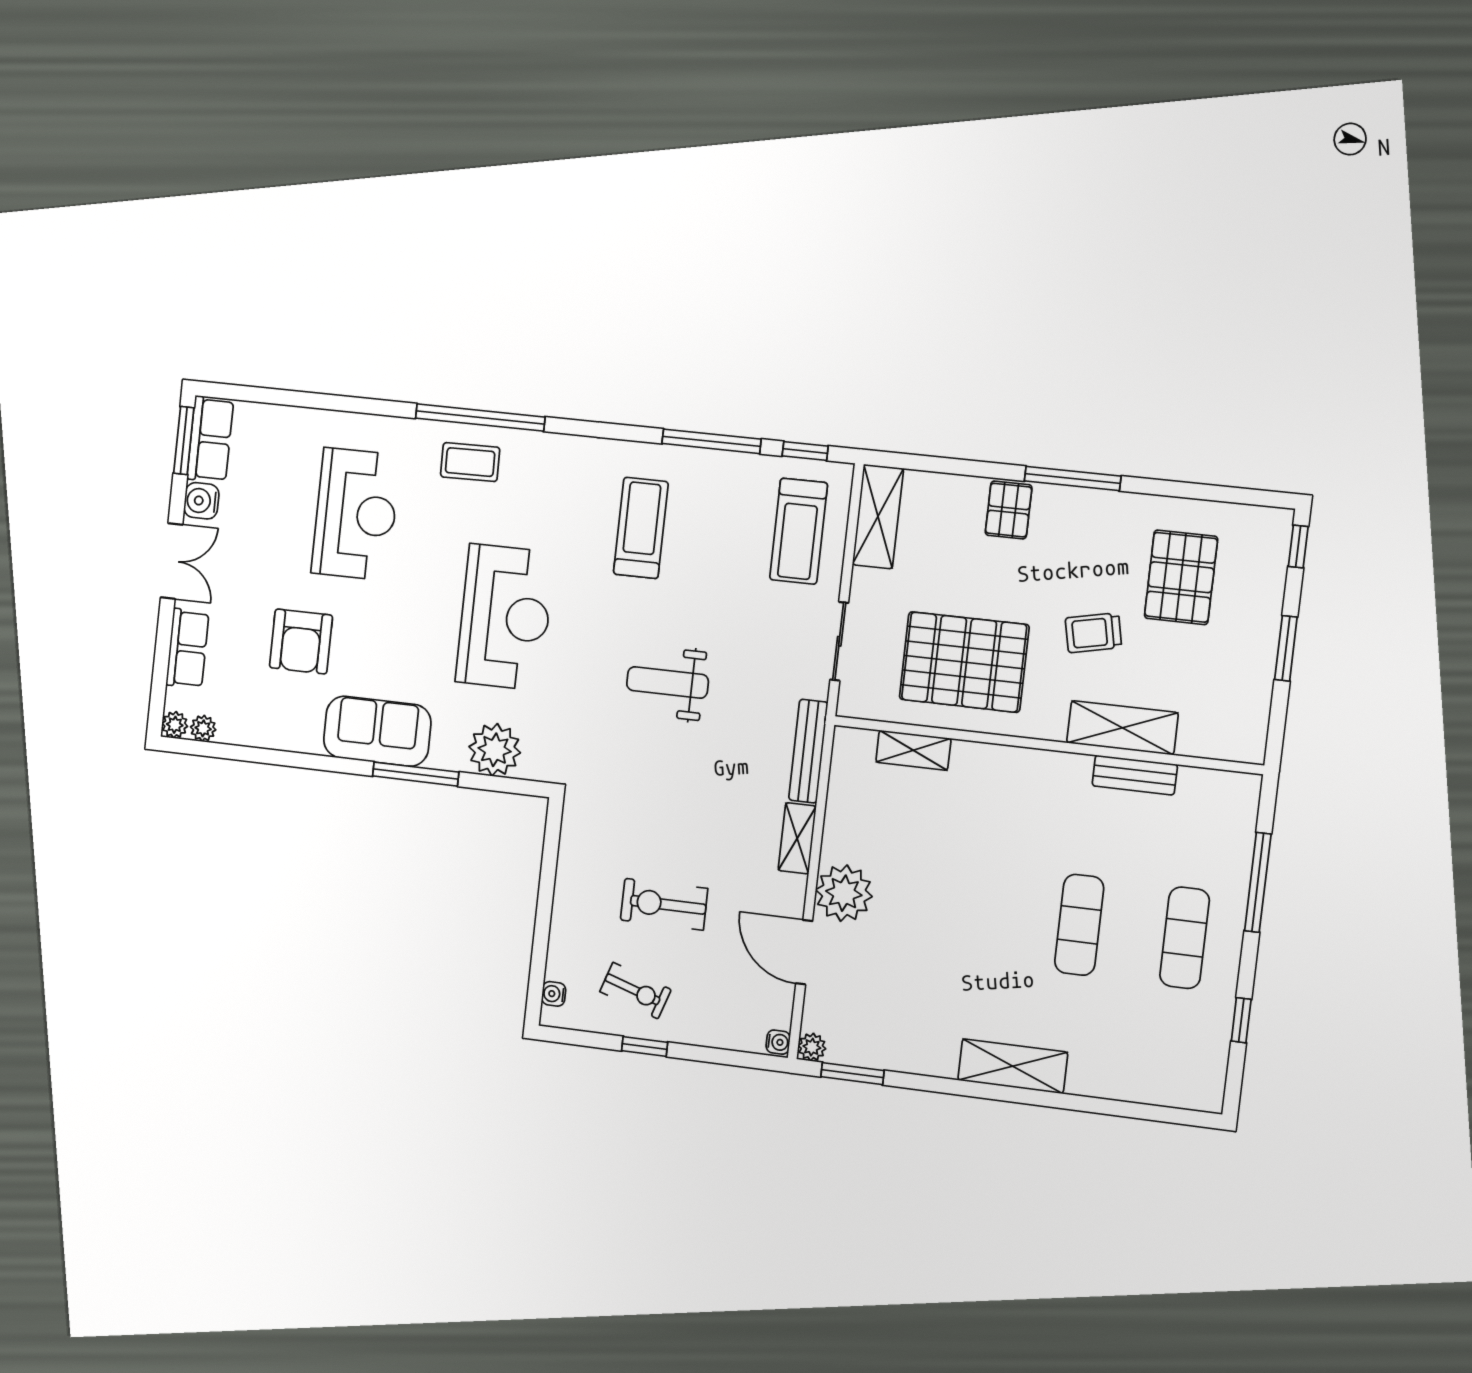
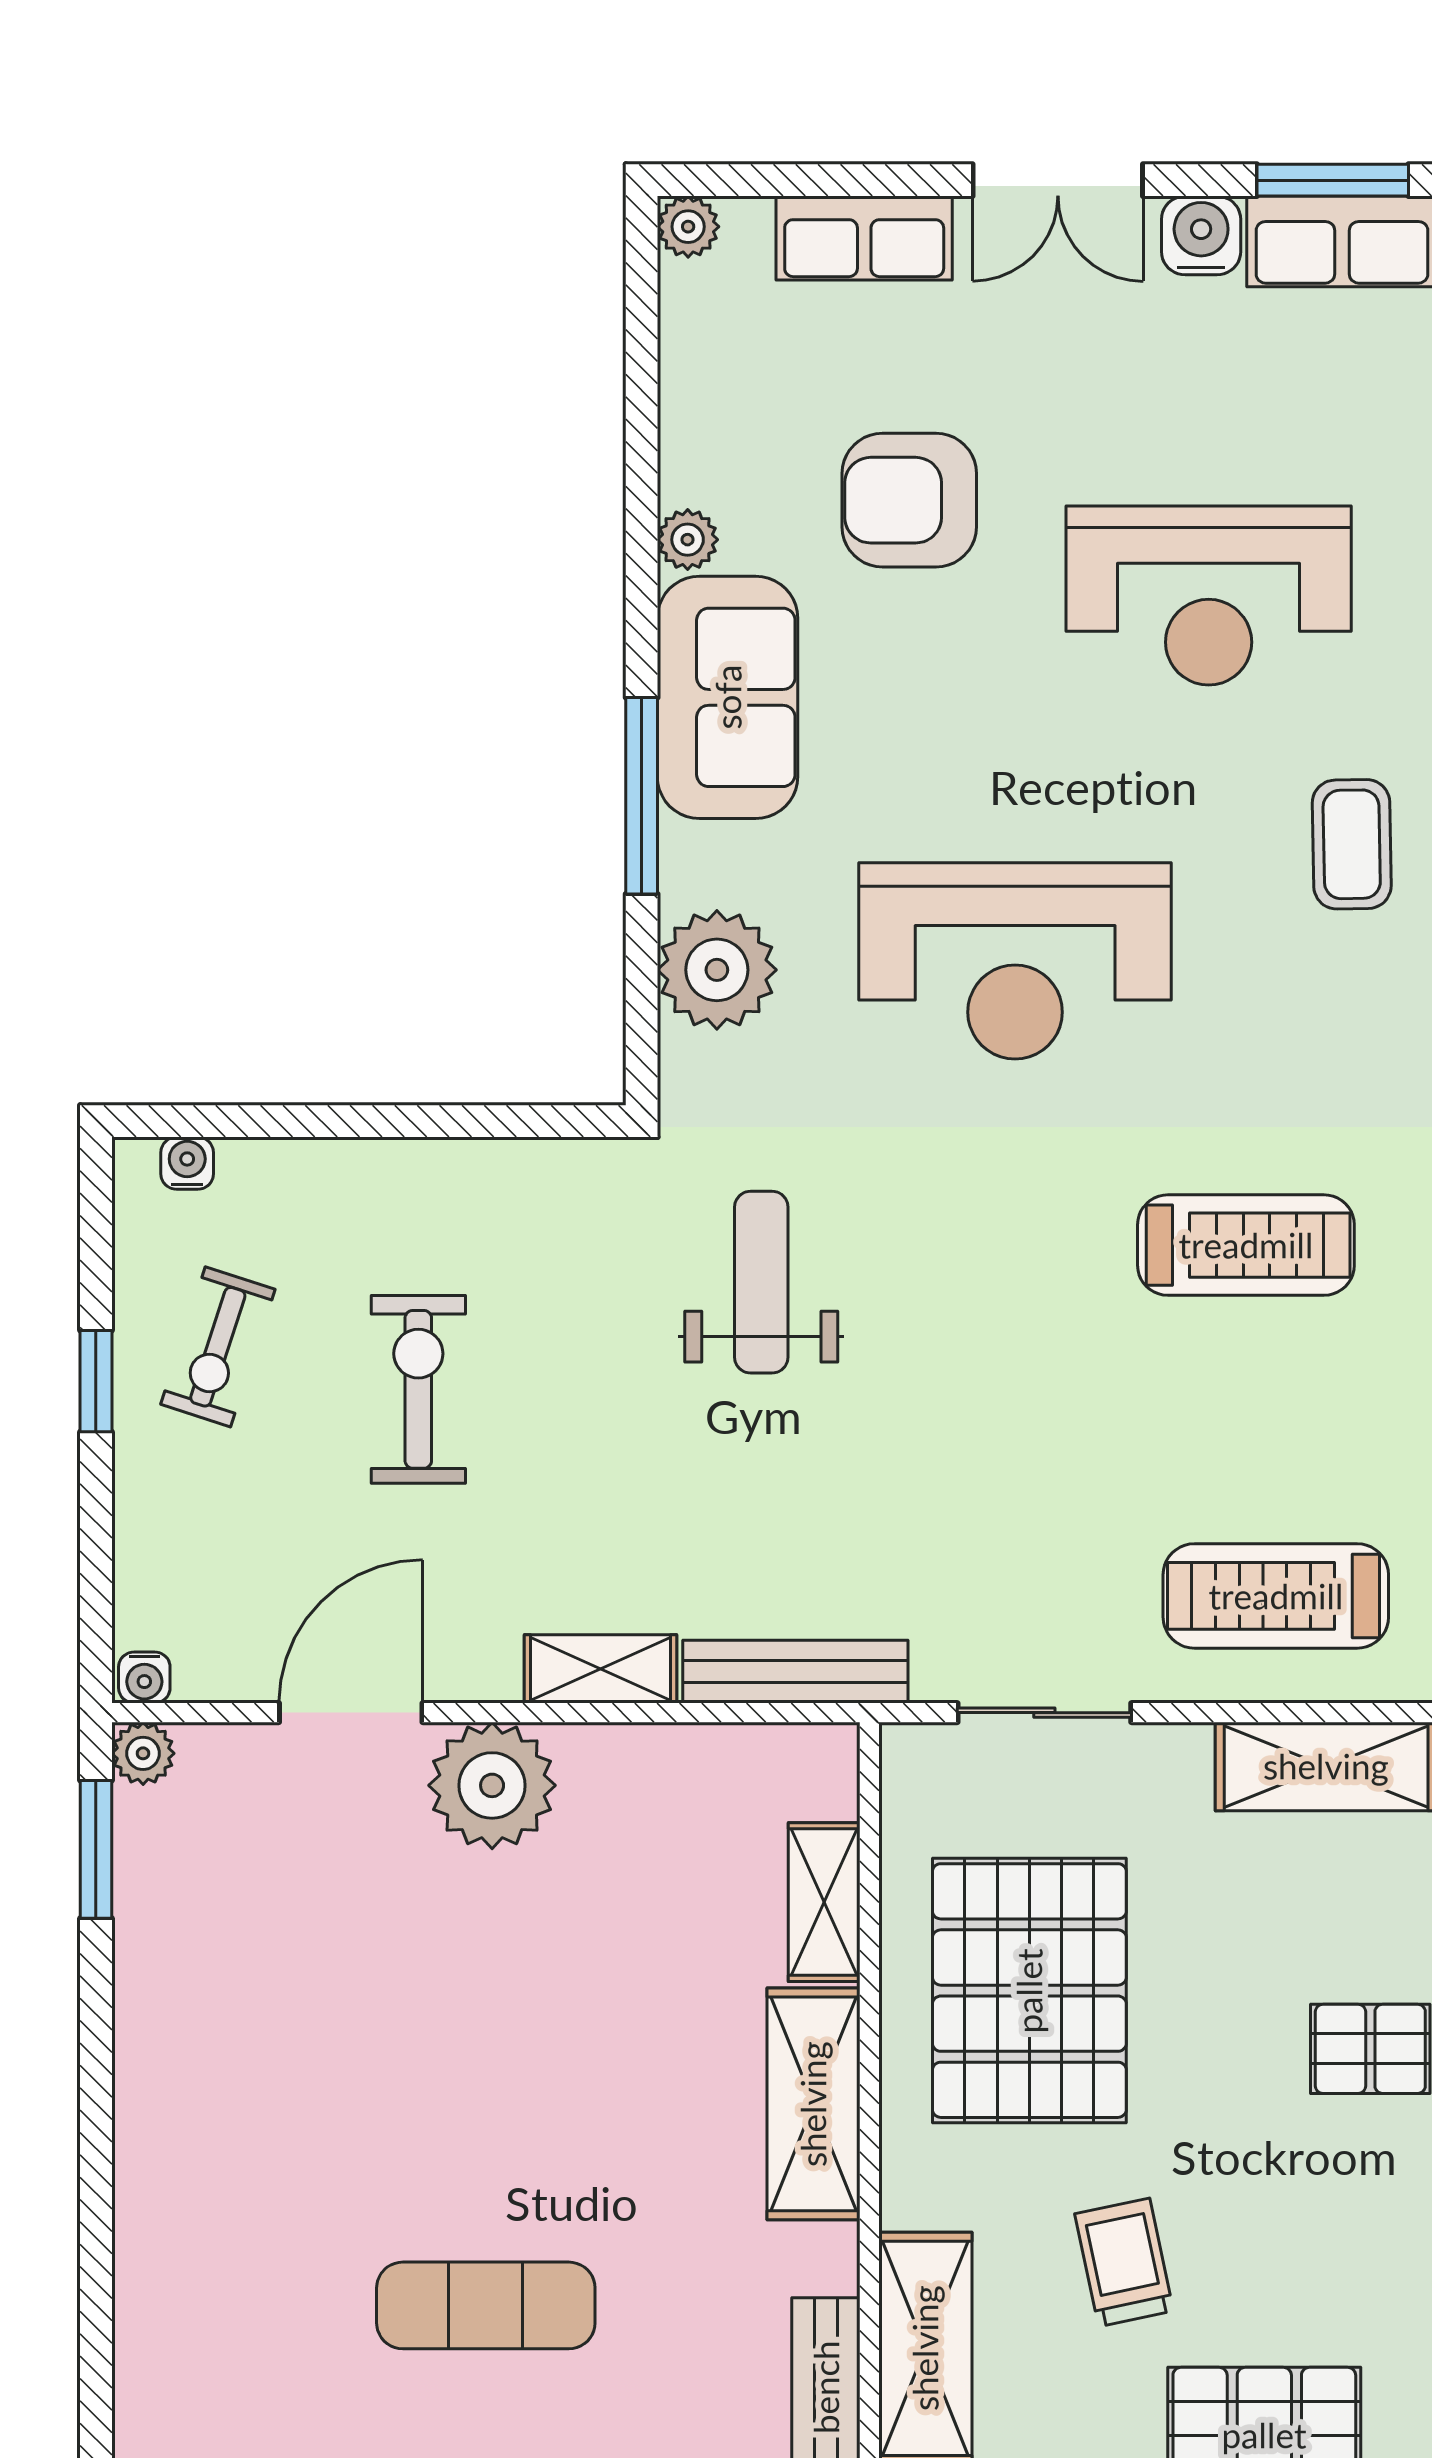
weight bench: (667, 682) -> (761, 1282), moved
plant: (203, 728) -> (688, 540), moved
shelving: (1013, 1066) -> (813, 2104), moved

